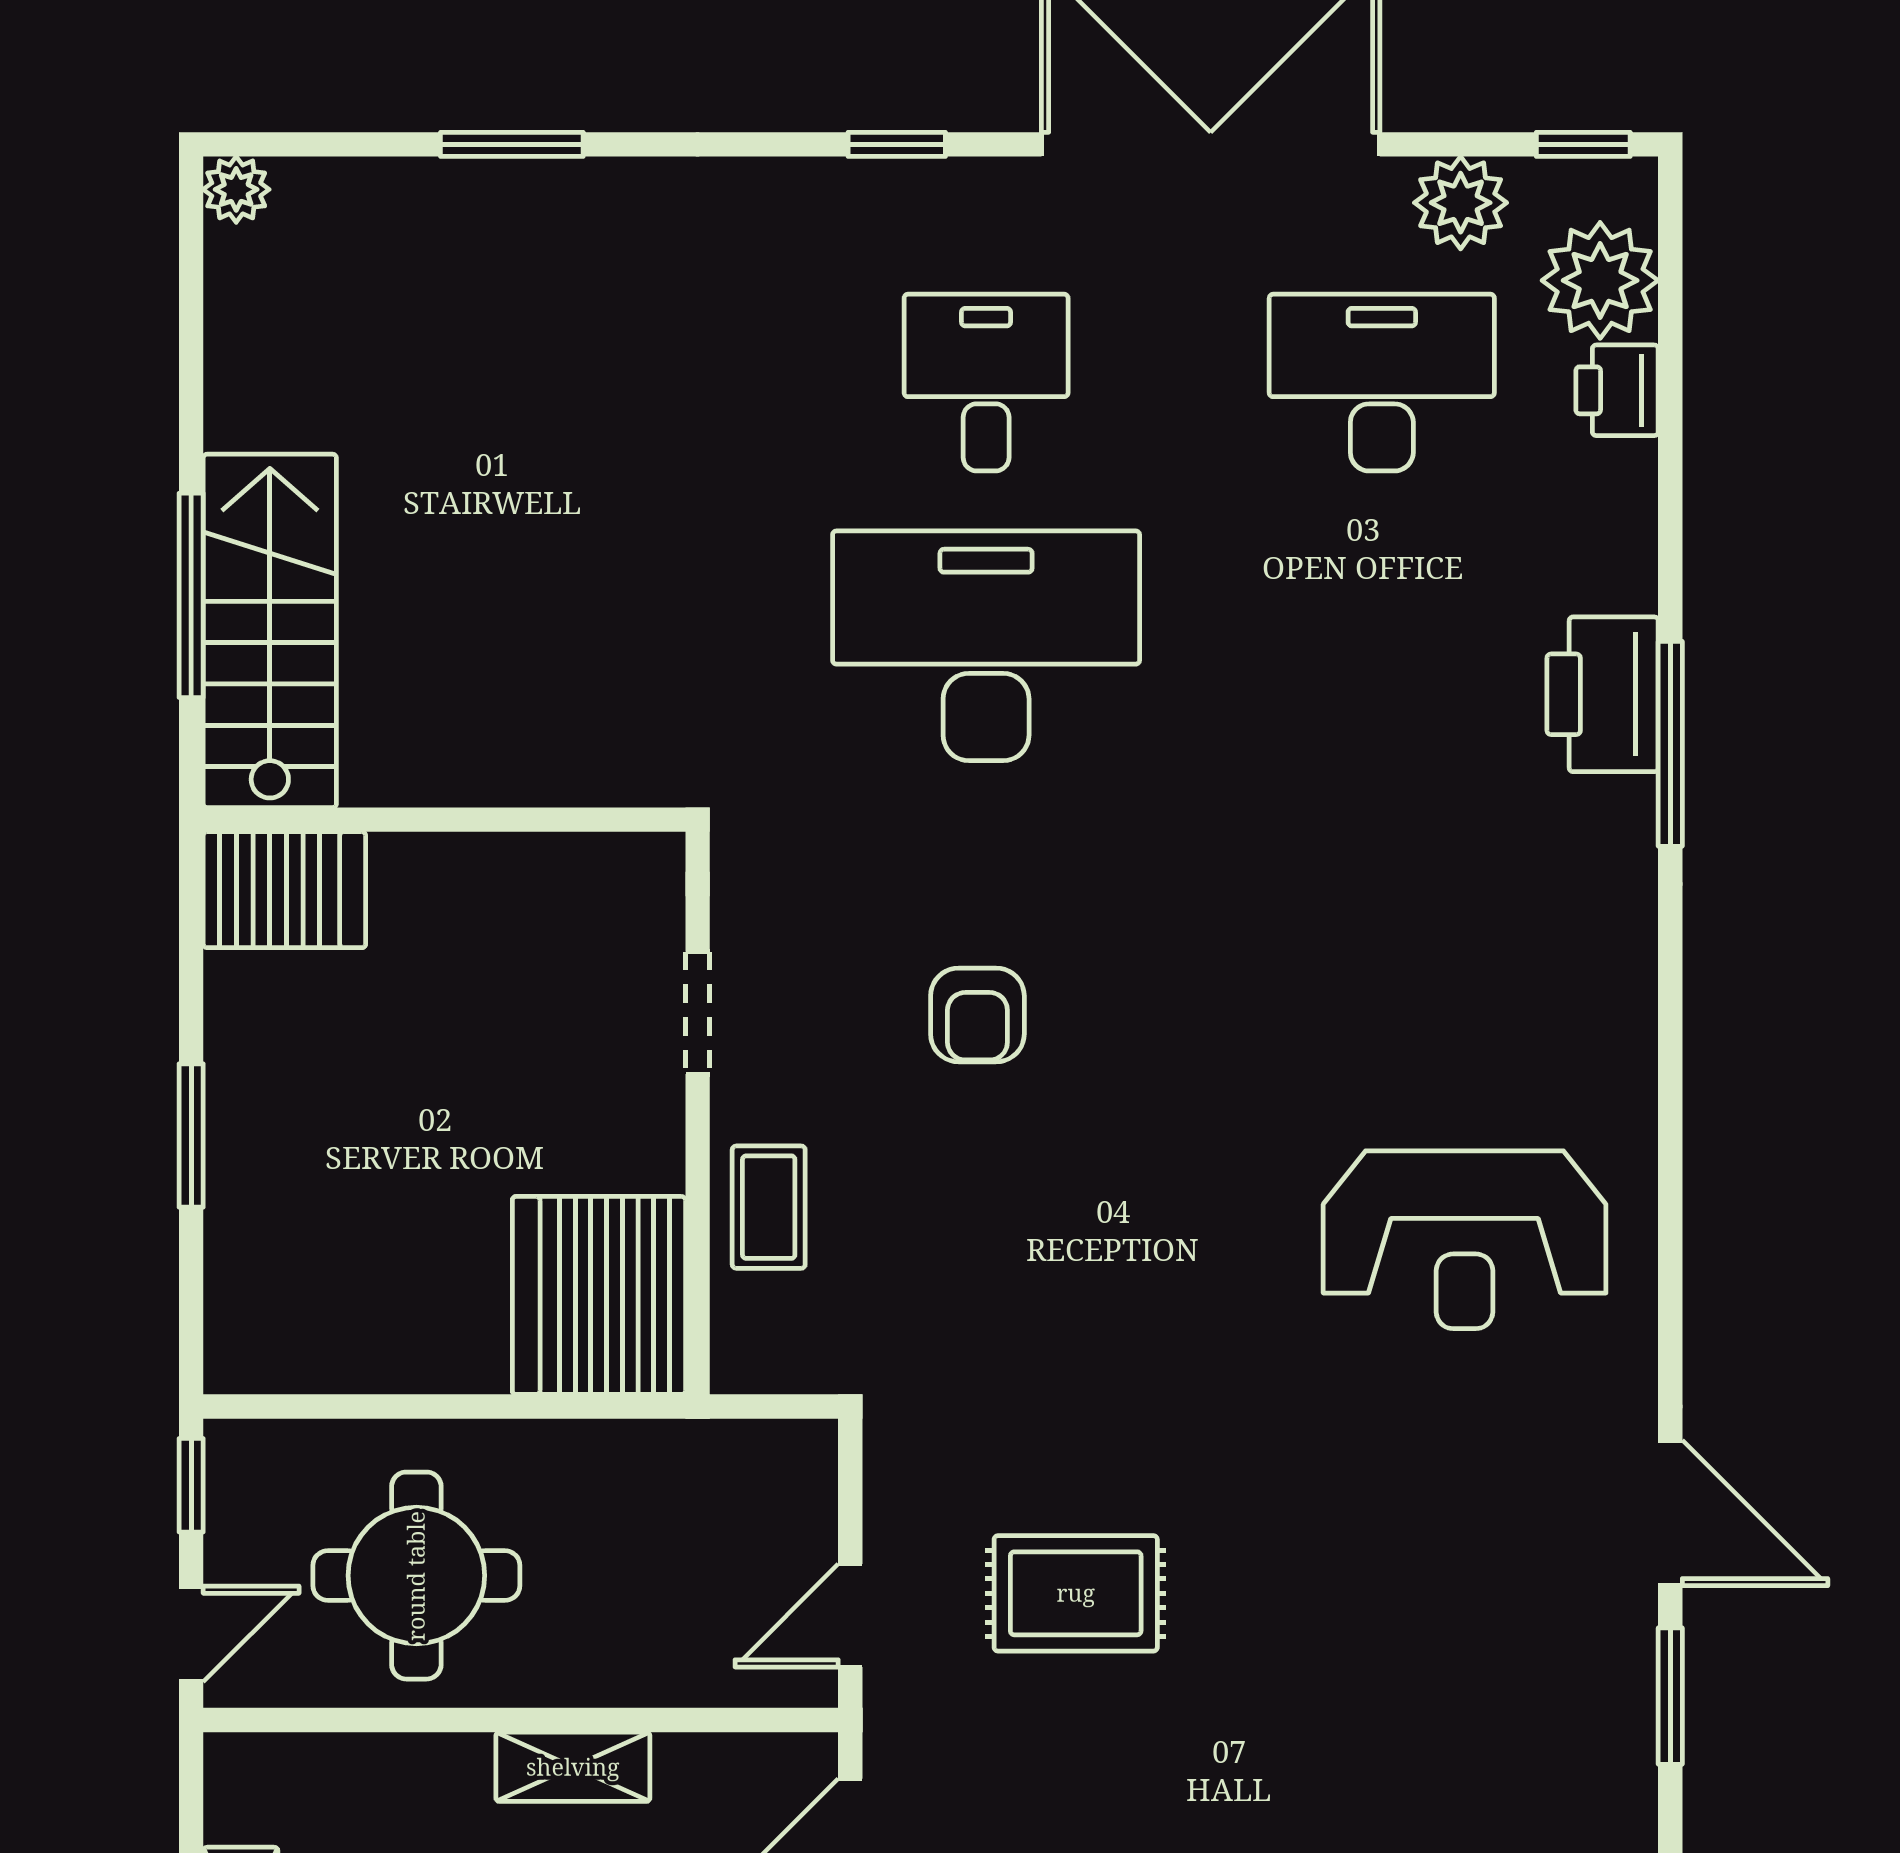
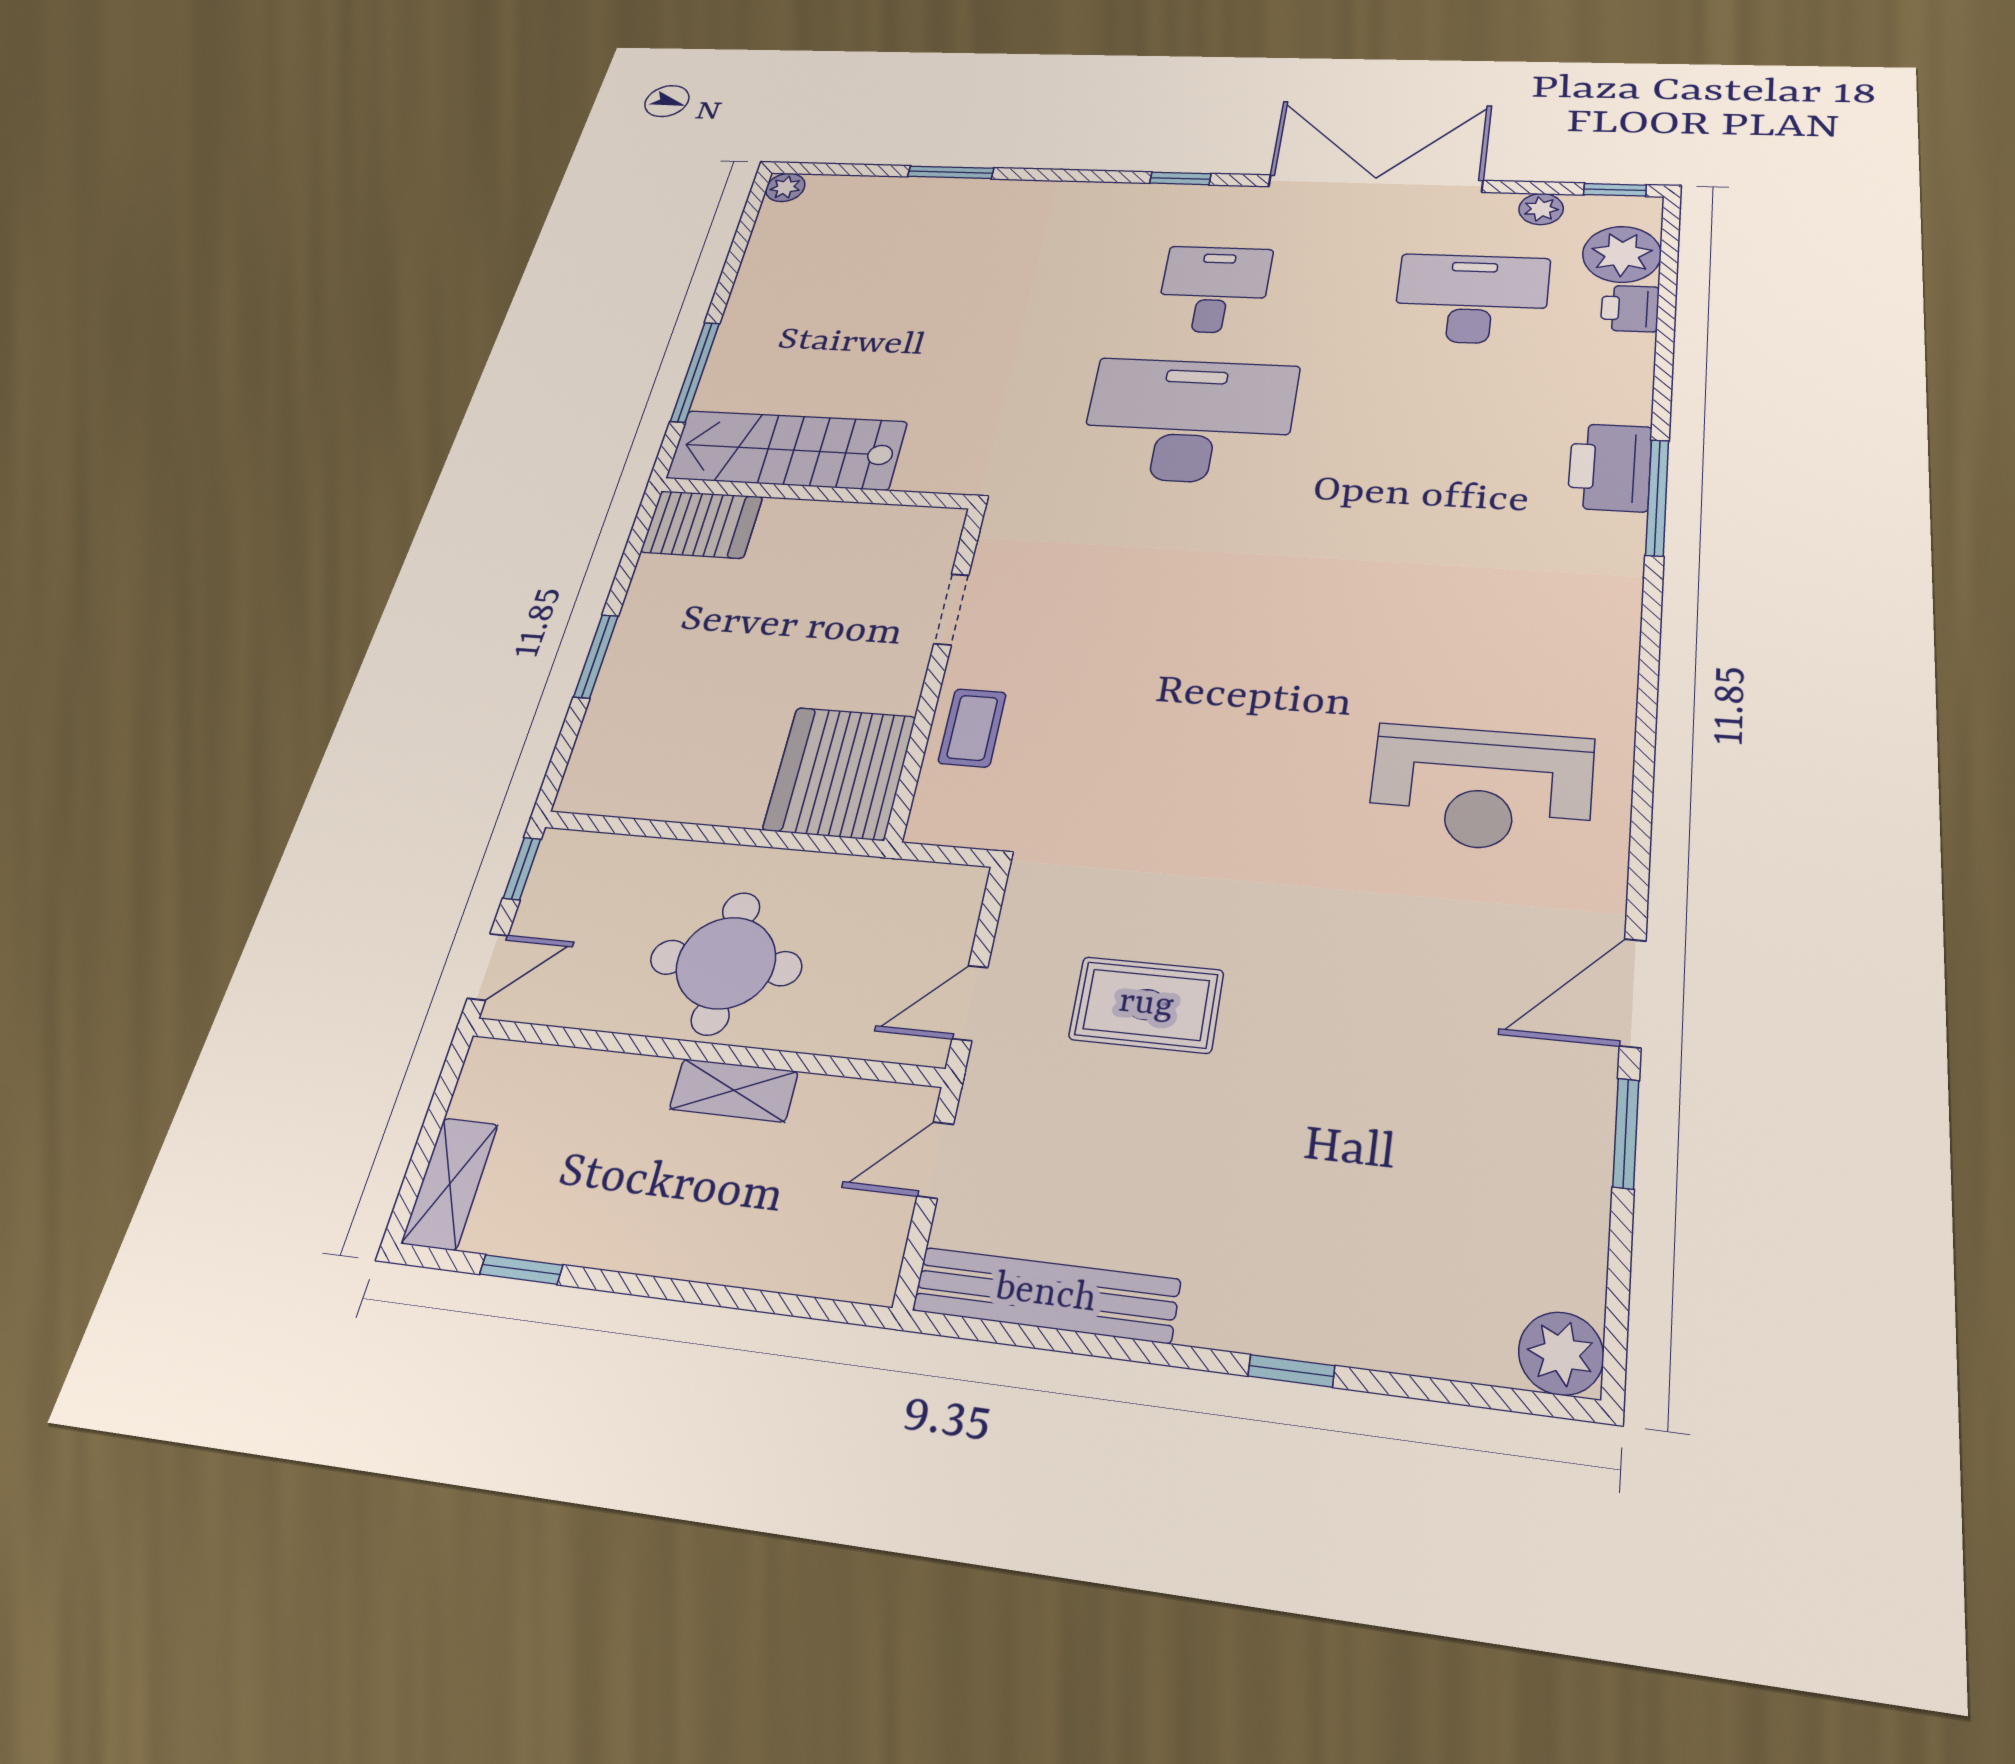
plant: (1461, 203) -> (1541, 209), width x0.73, depth x0.73
stairs: (270, 631) -> (787, 450), moved, turned -90
armchair: (977, 1015) -> (1143, 623), removed
door: (1670, 1513) -> (1633, 993), swing flipped
round table: (416, 1576) -> (726, 963), moved

